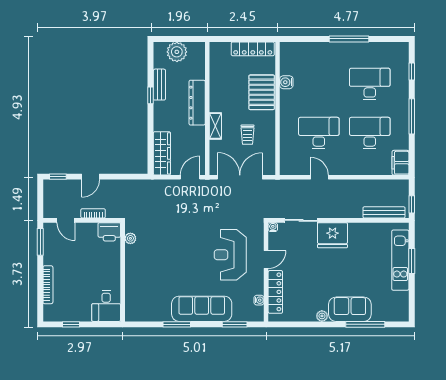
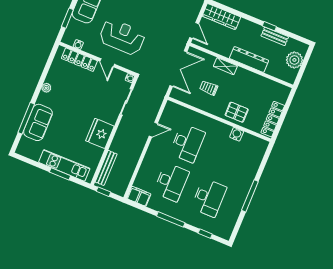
pallet: (262, 92) -> (237, 112), width x0.67, depth x0.71
fridge: (332, 235) -> (100, 133), moved
sofa: (350, 309) -> (38, 122), moved

